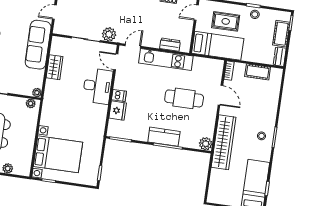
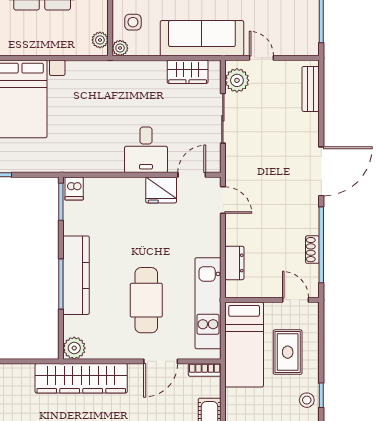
plant: (109, 34) -> (237, 80), moved
kitchen unit: (166, 60) -> (208, 303), moved
wardrobe: (55, 67) -> (188, 72), moved
side table: (23, 83) -> (133, 22), added
desk: (98, 86) -> (146, 150), width x0.73
dishwasher: (119, 96) -> (74, 189), moved
fridge: (118, 111) -> (161, 190), moved
kitchen counter: (164, 137) -> (76, 275), width x1.50

